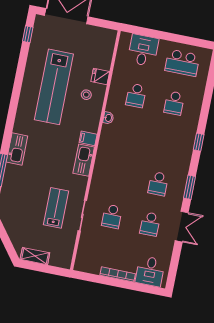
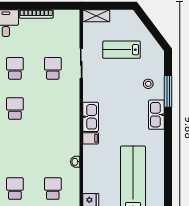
stool: (86, 95) -> (148, 84), moved
lab bench: (56, 208) -> (122, 50), moved, turned 90
shelving: (35, 256) -> (96, 16), moved

